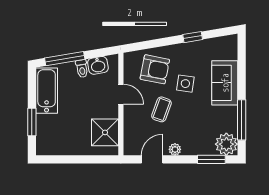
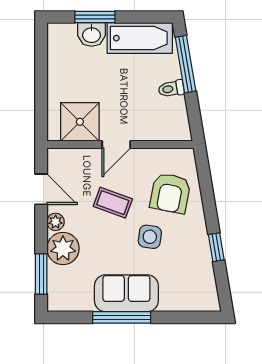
washbasin: (98, 65) -> (92, 34), moved, turned -80
sofa: (225, 83) -> (126, 293), moved
door: (121, 94) -> (116, 144), moved
window: (242, 120) -> (122, 317), moved
plant: (226, 144) -> (63, 248), moved

